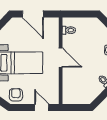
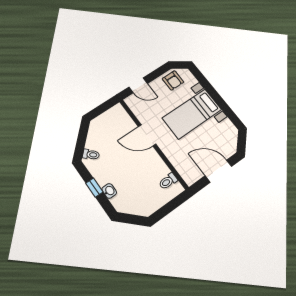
door: (61, 57) -> (147, 135), moved

